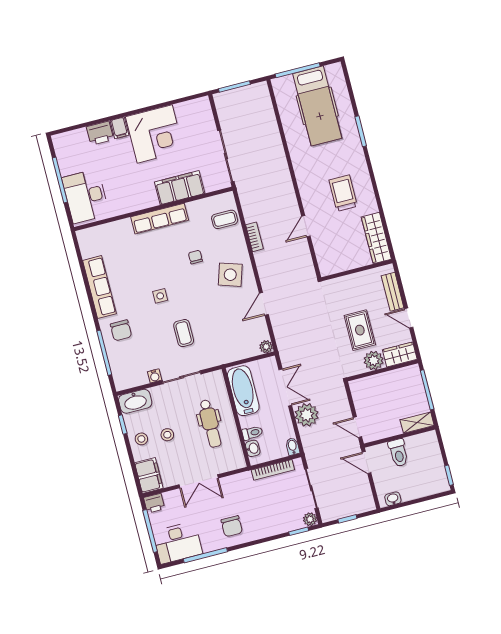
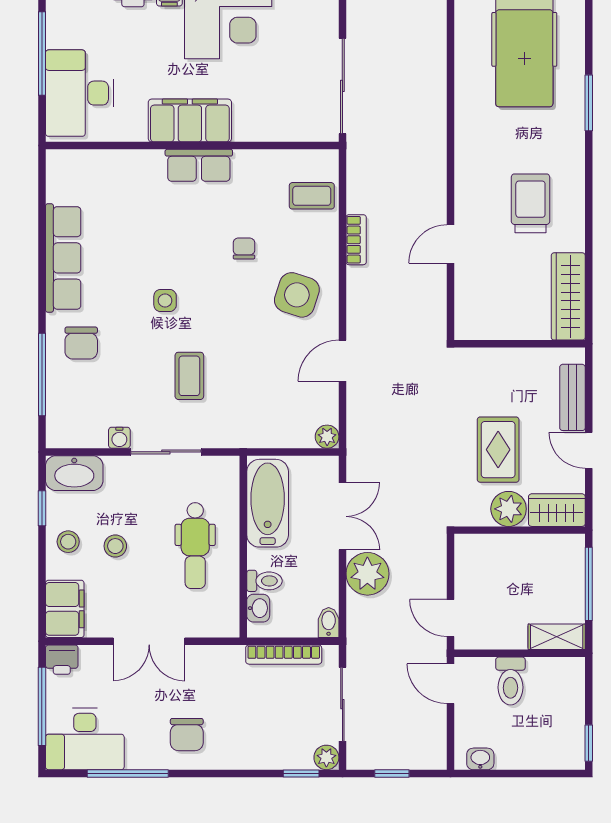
filing cabinet: (180, 188) -> (190, 120), moved
row of seats: (160, 219) -> (199, 165), width x0.68

